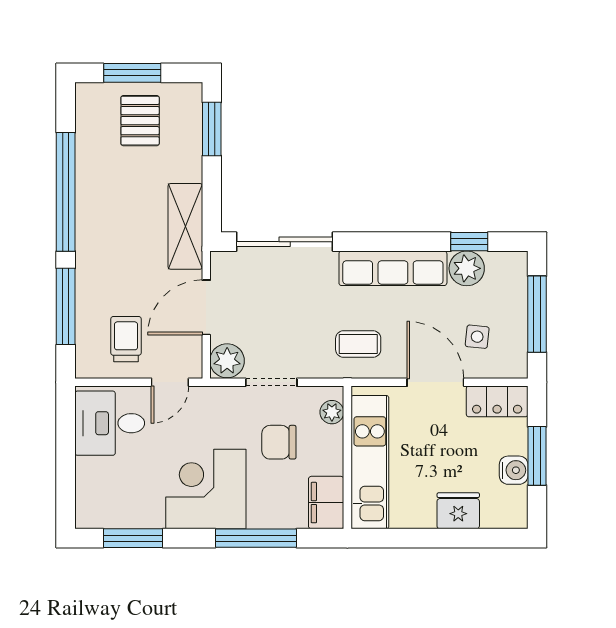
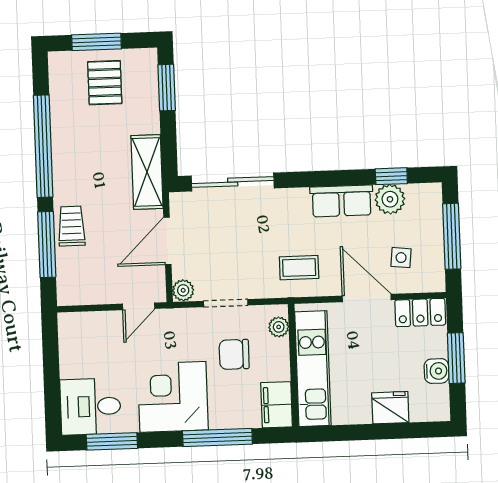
row of seats: (393, 268) -> (342, 201), width x0.68
trolley: (126, 339) -> (72, 226), moved
plant: (227, 361) -> (183, 290), width x0.73, depth x0.73
desk: (110, 423) -> (91, 406), moved

